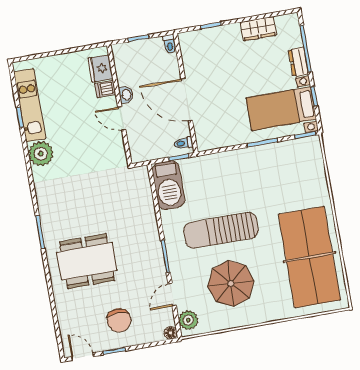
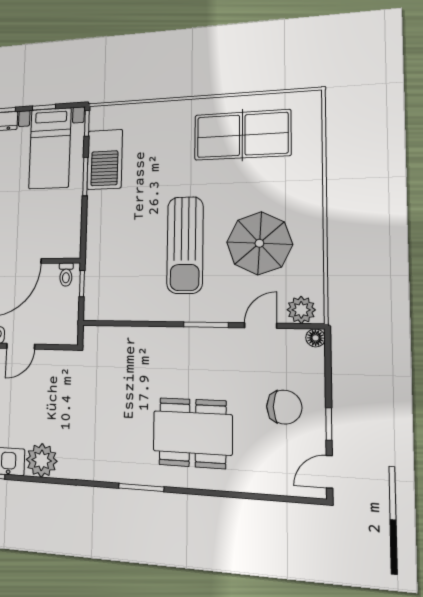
barbecue: (168, 185) -> (105, 159), moved, turned 90
table tennis table: (309, 257) -> (242, 135), width x0.73, depth x0.76
dining table: (87, 261) -> (193, 433), turned 90
door: (172, 295) -> (261, 326), swing flipped

